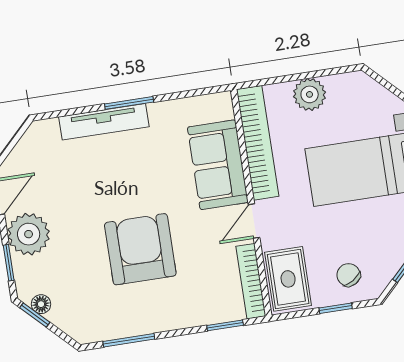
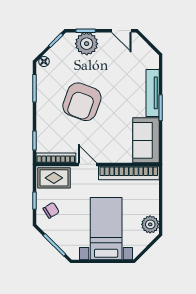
plant: (310, 94) -> (150, 224), moved
sofa: (218, 165) -> (146, 140), moved, turned -90
plant: (29, 234) -> (87, 44), moved
armchair: (140, 249) -> (82, 102), turned 110
floor lamp: (41, 304) -> (44, 61), moved

